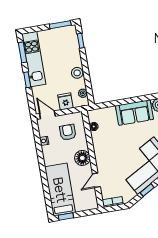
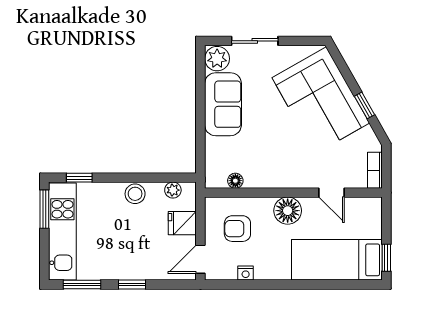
kitchen unit: (34, 59) -> (62, 232), moved, turned 90

